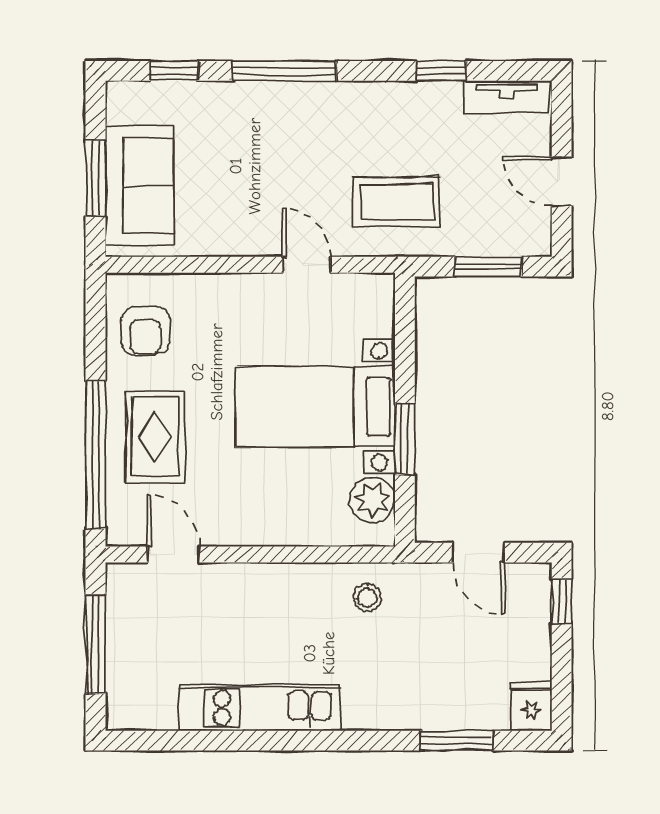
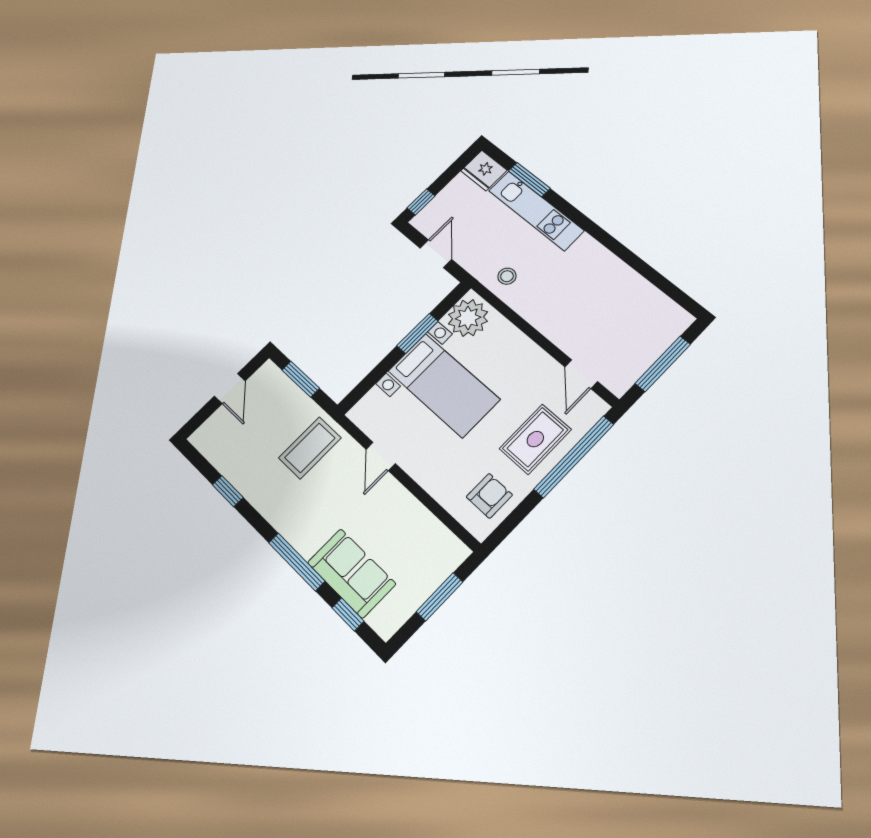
tv unit: (506, 97) -> (213, 451), removed
sofa: (140, 186) -> (351, 573), moved, turned 90
coffee table: (397, 202) -> (310, 448), turned 90
plant: (372, 500) -> (468, 318), width x1.36, depth x1.36
fridge: (531, 706) -> (484, 171), width x1.38
kitchen unit: (259, 708) -> (536, 211), moved

